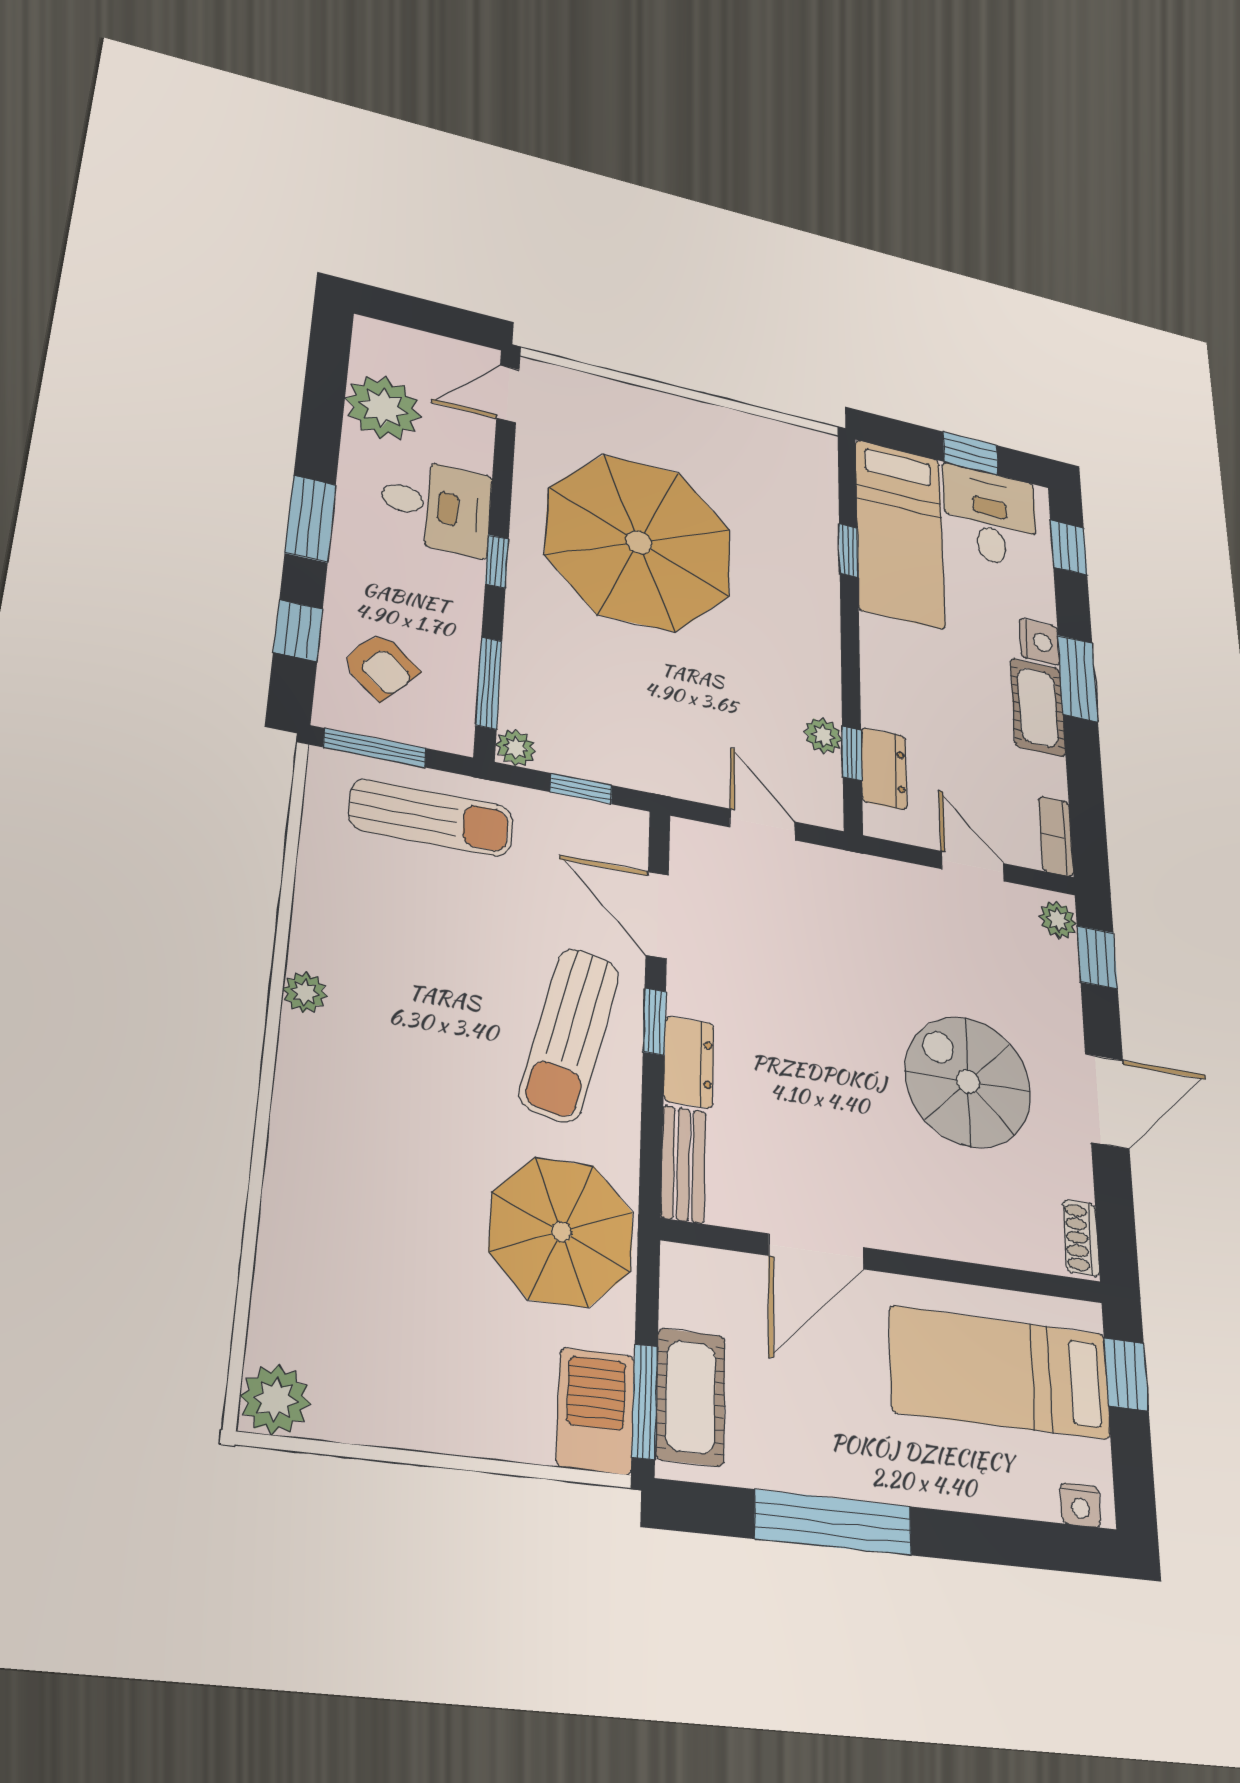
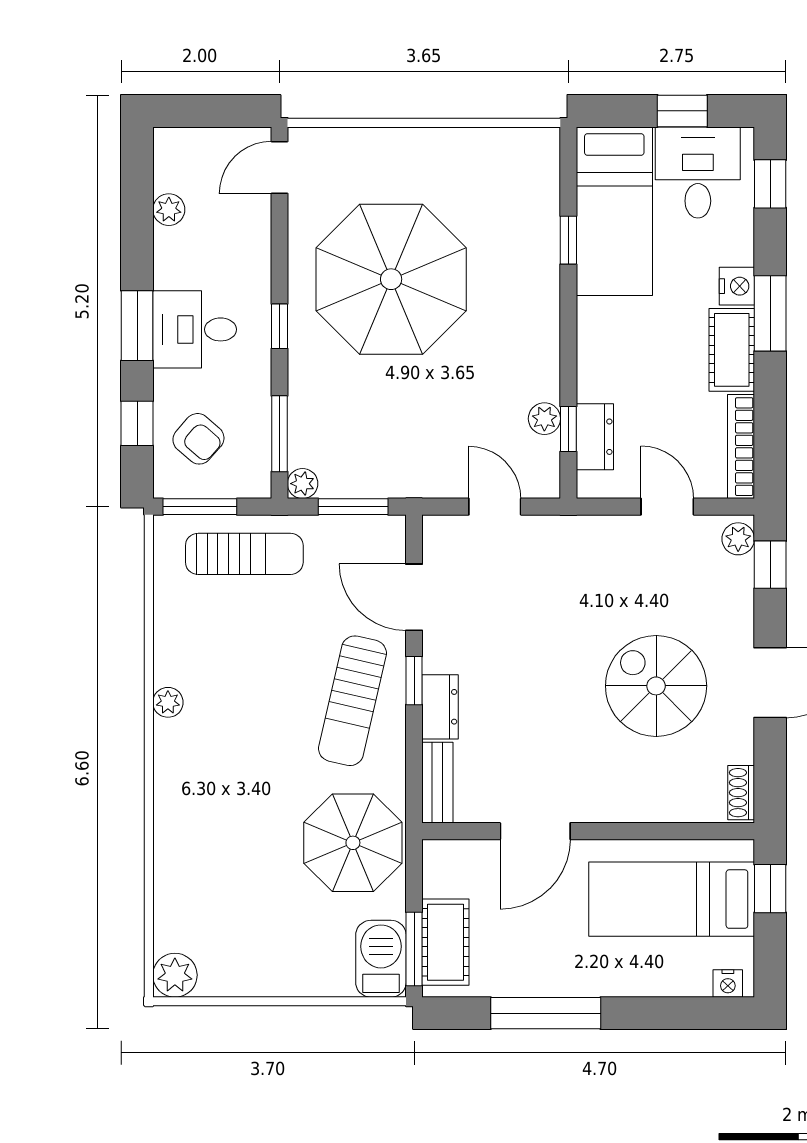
plant: (383, 408) -> (169, 210), width x0.53, depth x0.53
desk: (436, 506) -> (195, 329), moved, turned 180
window: (581, 789) -> (353, 507), width x1.50
bookcase: (1056, 836) -> (741, 447), width x1.56

